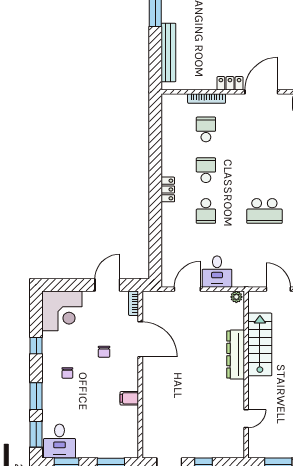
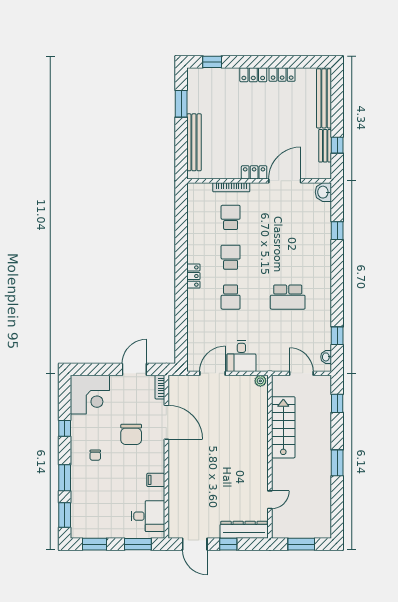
chair: (104, 352) -> (131, 434), width x1.87, depth x1.87
dresser: (236, 355) -> (244, 530), moved, turned 90
desk: (59, 441) -> (148, 516), moved, turned -90

